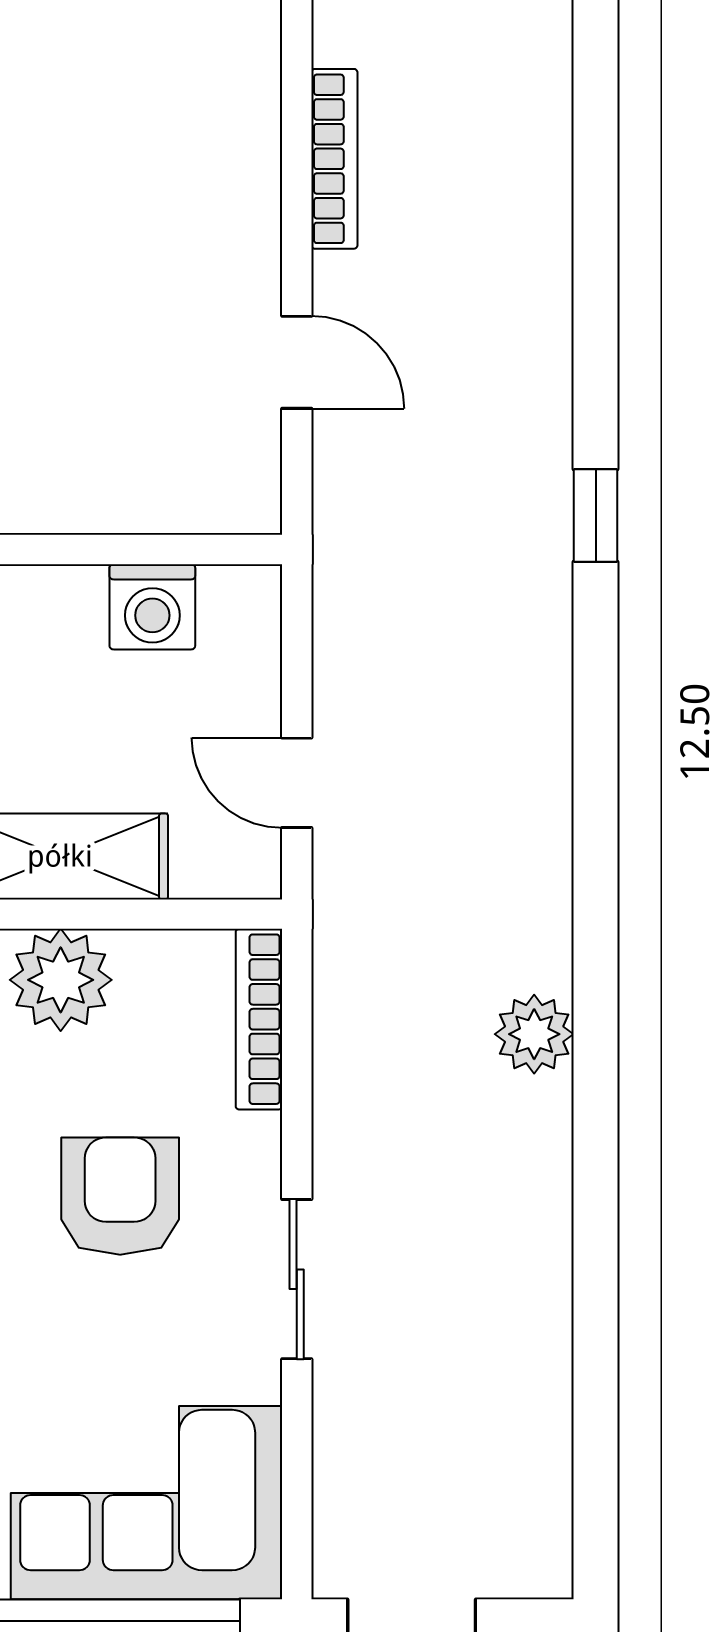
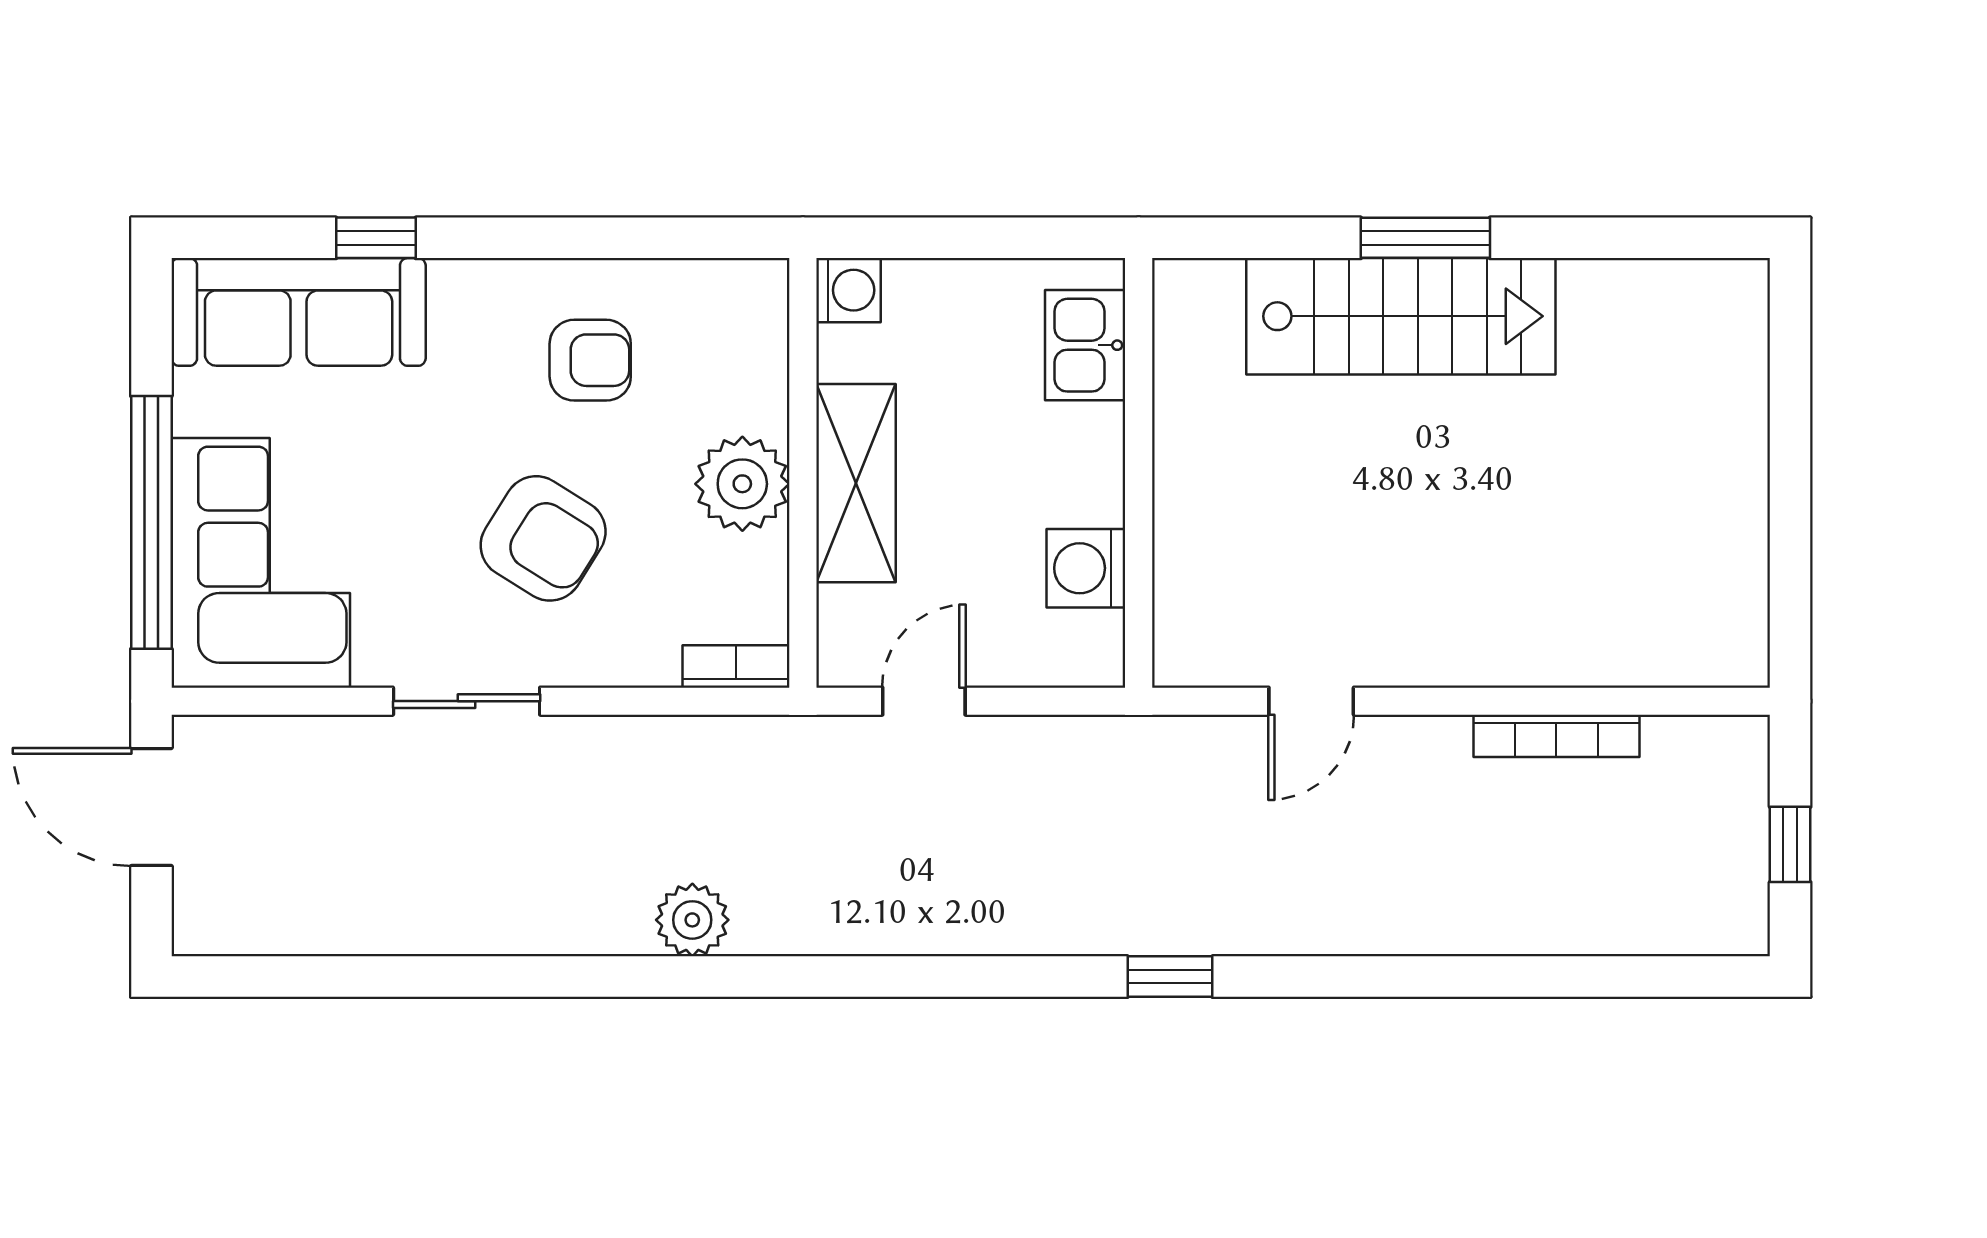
bookcase: (334, 159) -> (1556, 736), moved
bookcase: (259, 1019) -> (736, 666), width x0.64
armchair: (120, 1196) -> (543, 538), turned 32

